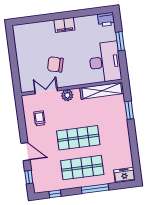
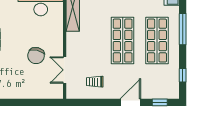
plant: (67, 95) -> (73, 47), removed

